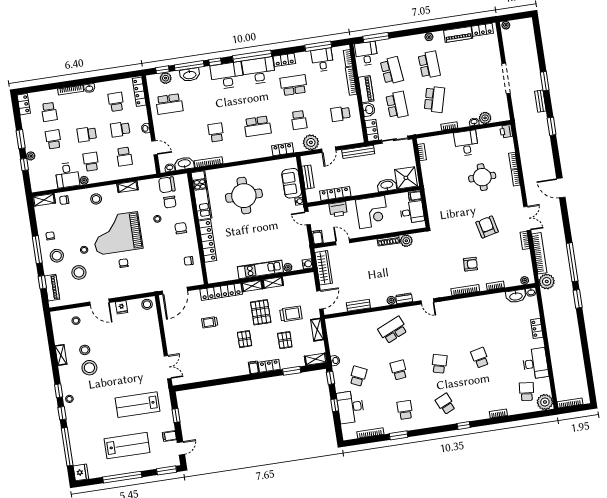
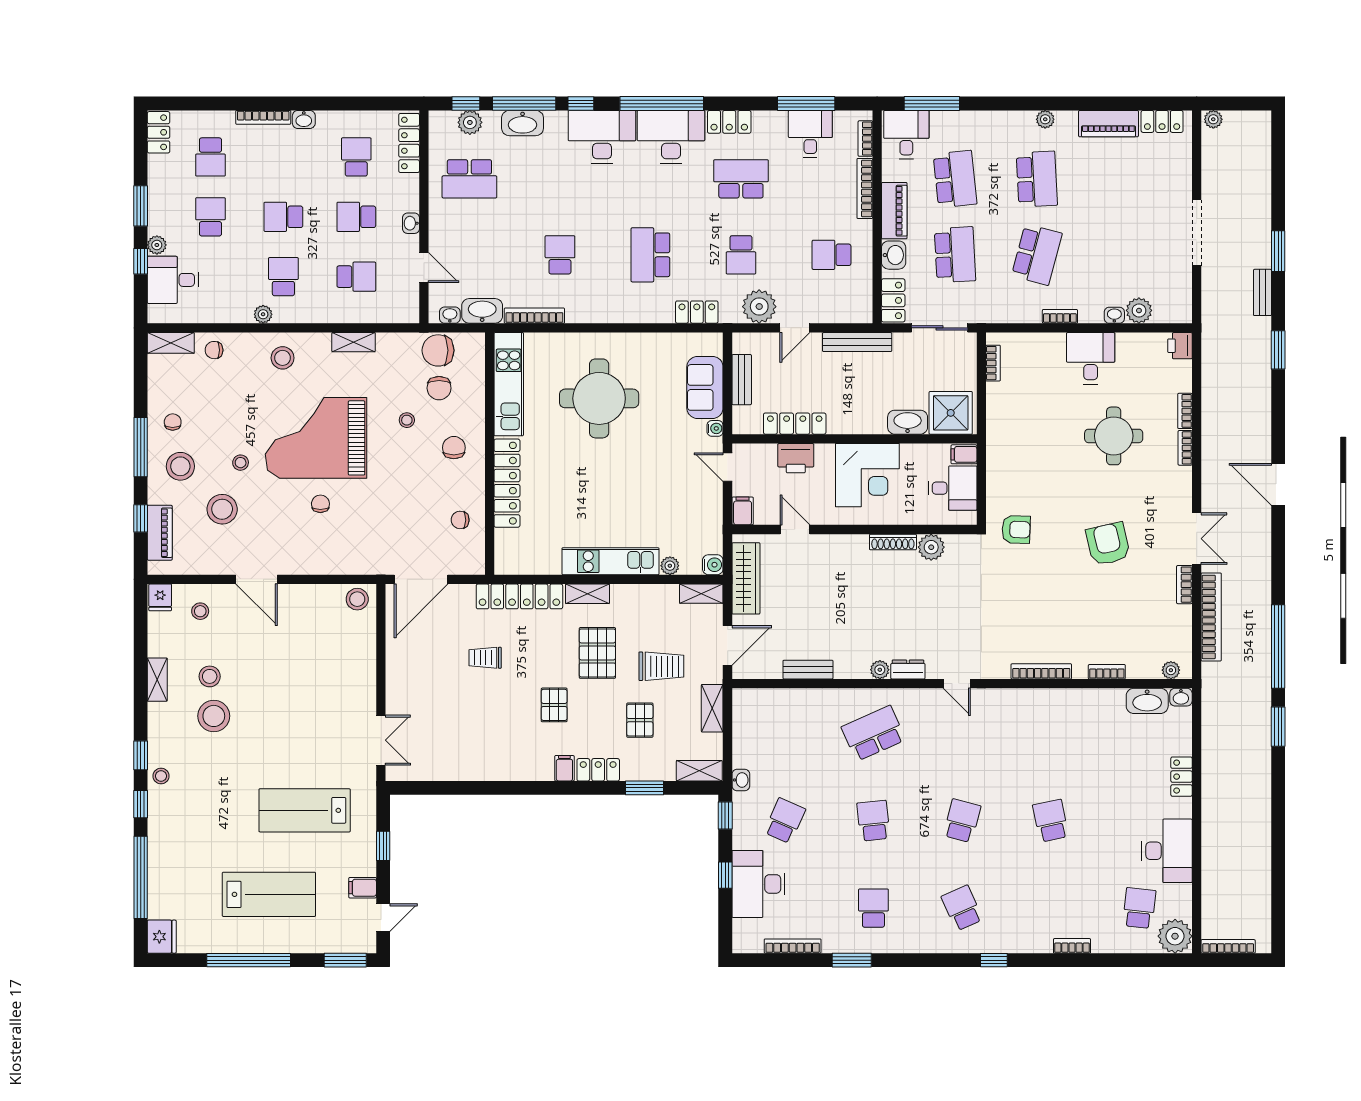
school desk: (257, 126) -> (650, 255), turned 90
school desk: (124, 157) -> (356, 277), turned -90
desk: (67, 175) -> (173, 280), moved, turned 90
armchair: (470, 264) -> (1016, 529), moved
plant: (547, 281) -> (1218, 680), removed
shelving: (273, 283) -> (701, 594), moved
fridge: (122, 307) -> (160, 597), moved

